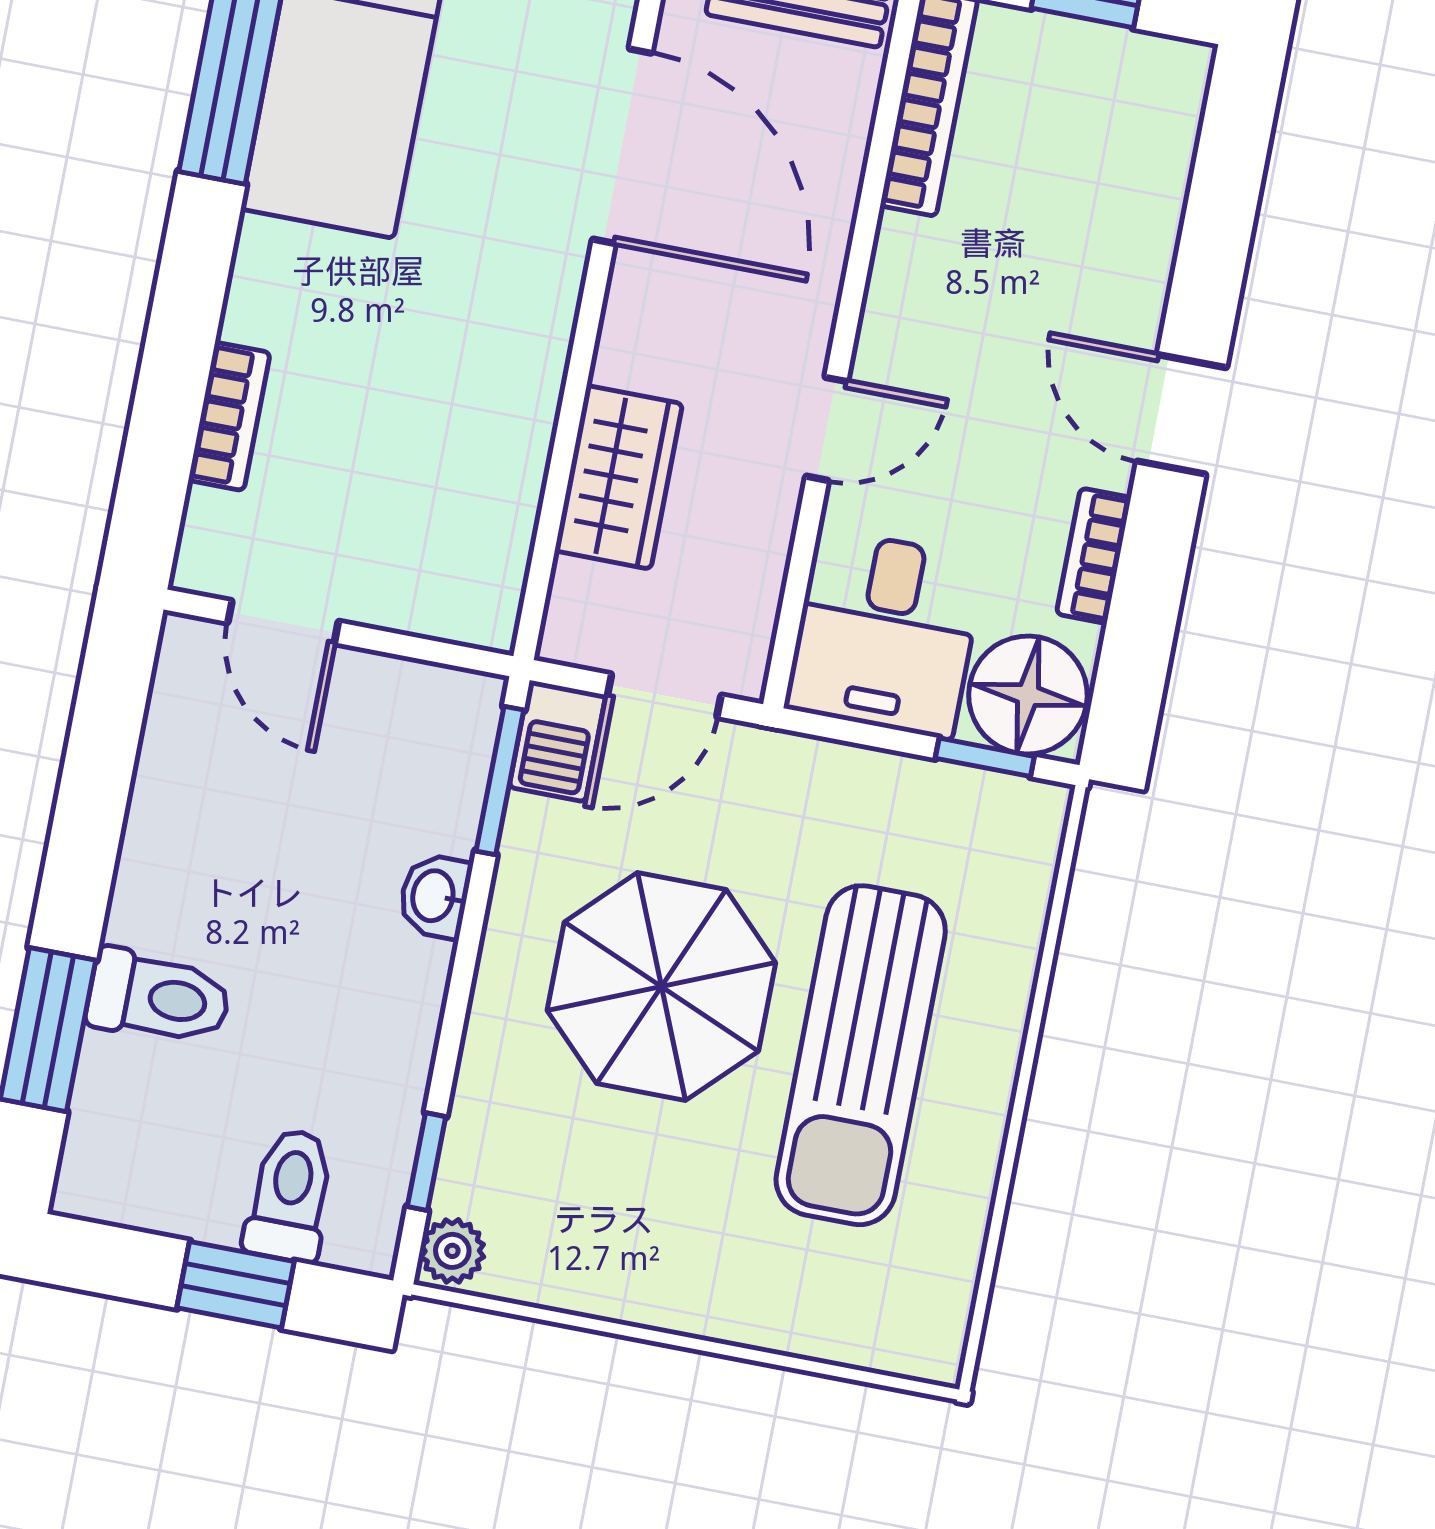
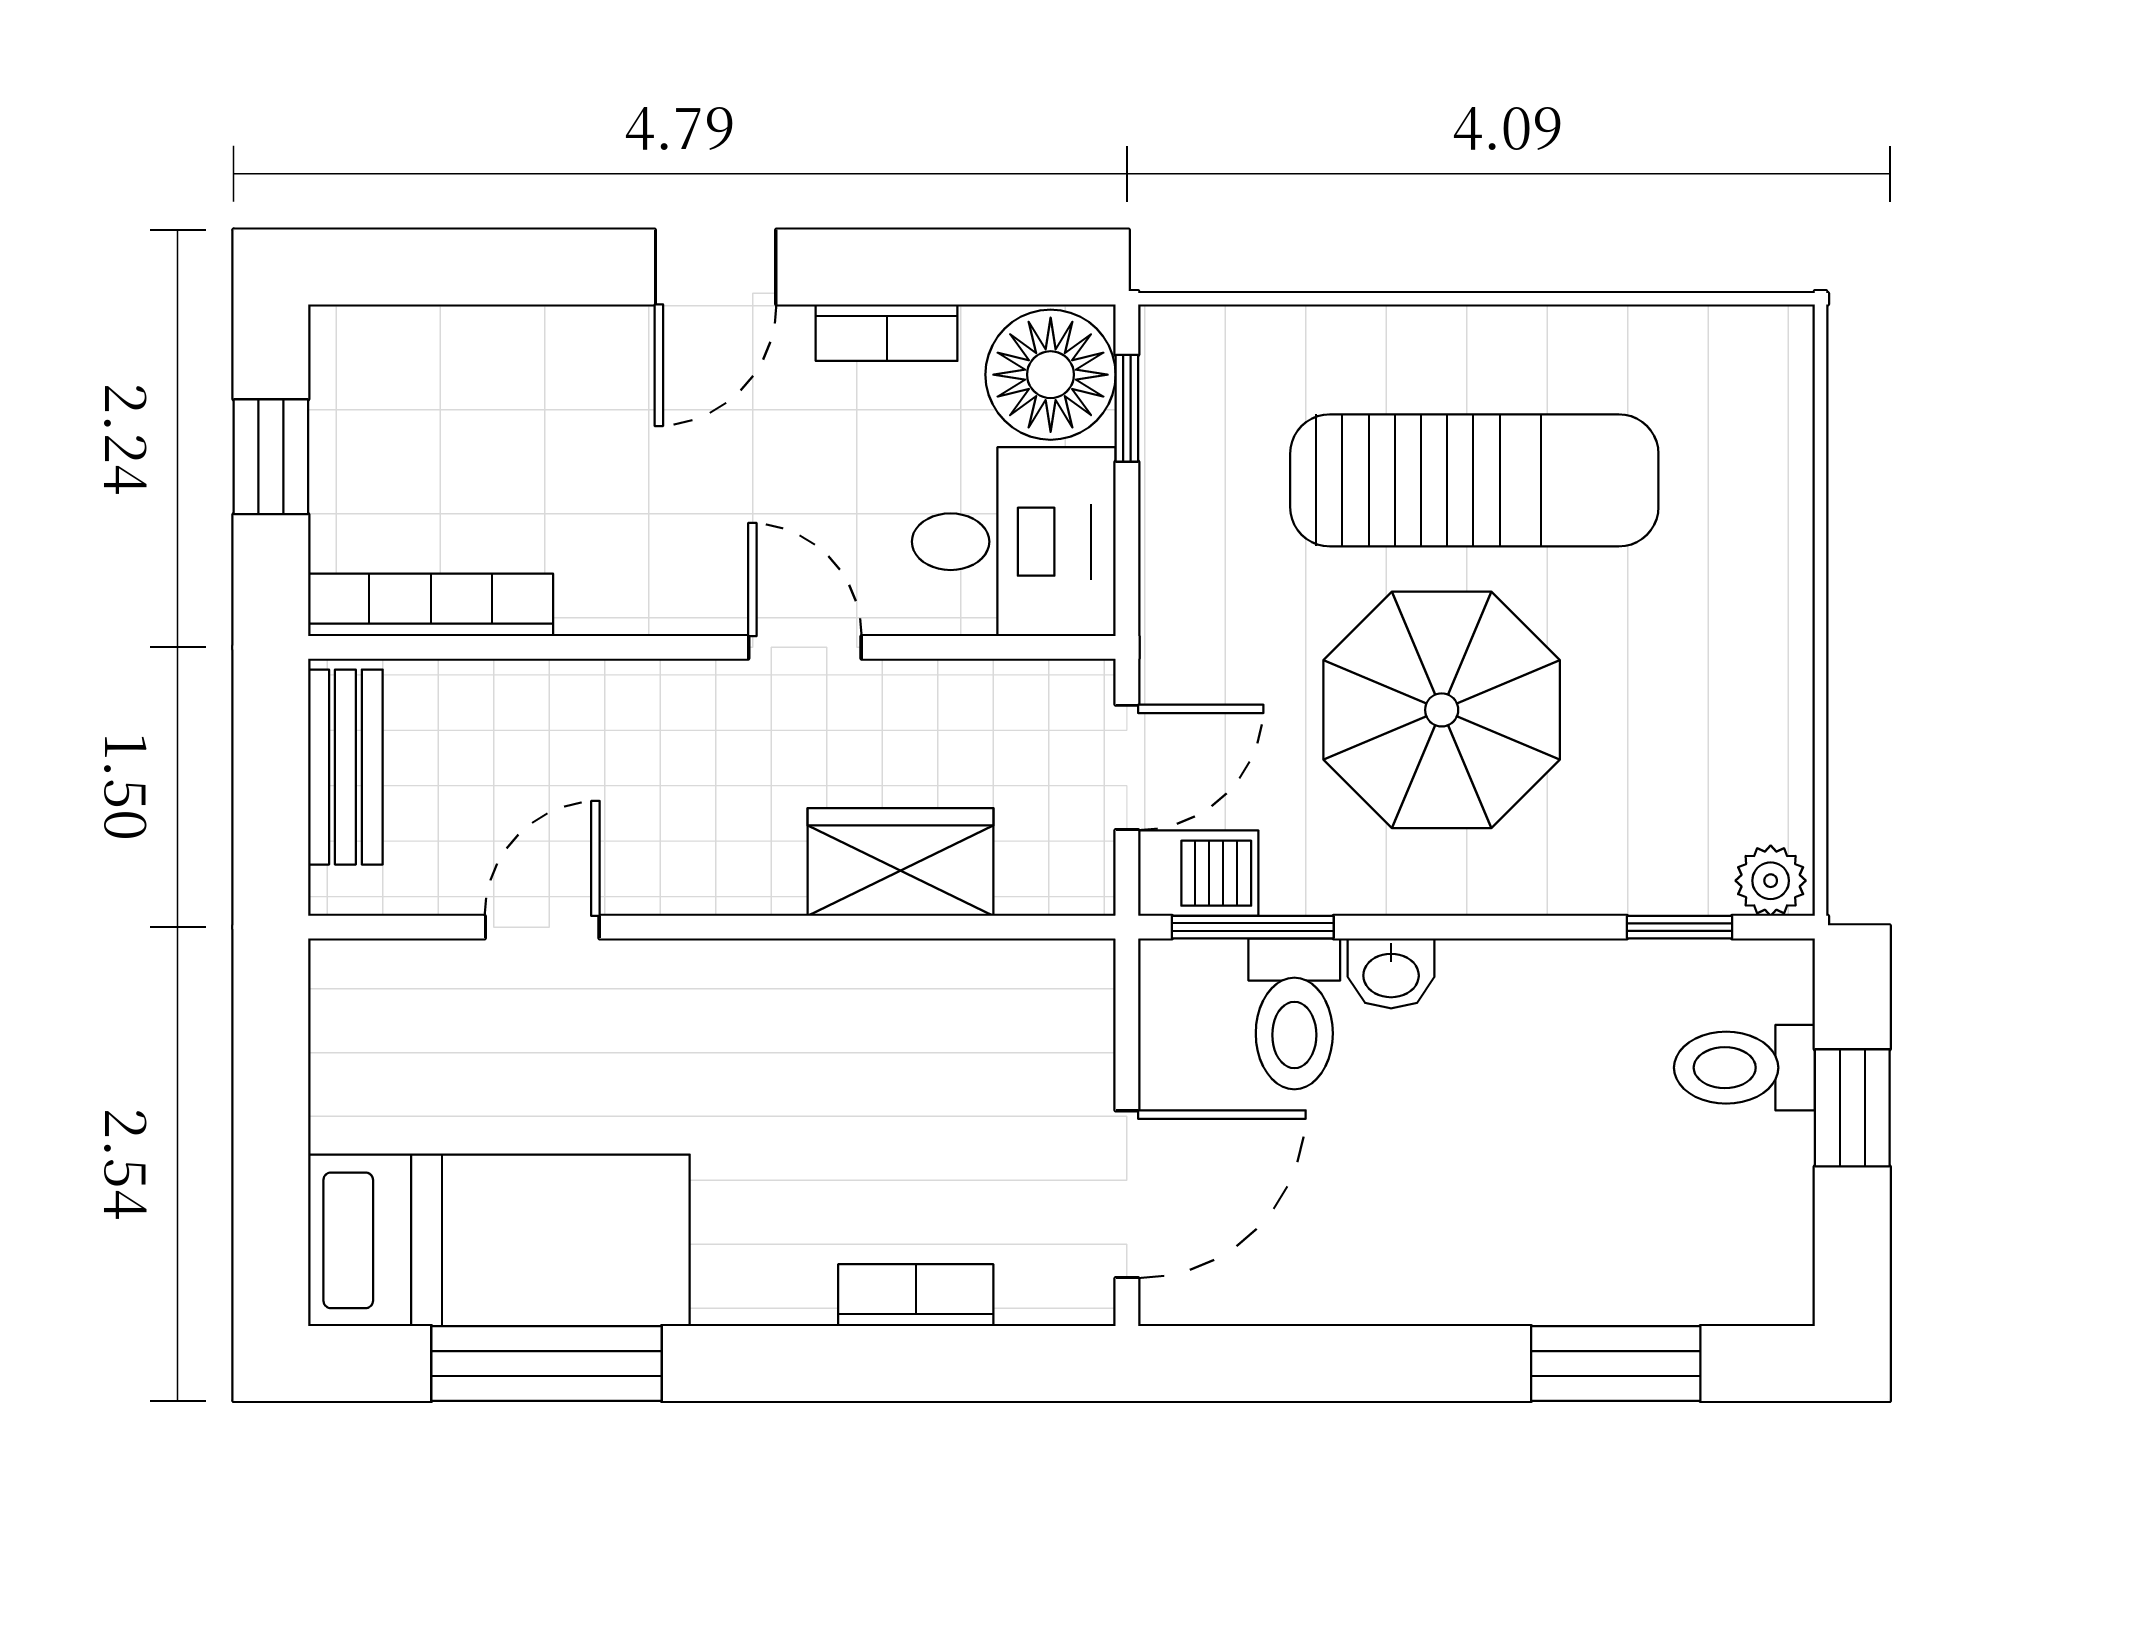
door: (622, 146) -> (542, 927), width x0.53
door: (283, 622) -> (1127, 1194), width x1.38
door: (664, 696) -> (1127, 767), hinge flipped
toilet: (159, 997) -> (1294, 1014), moved, turned 180

